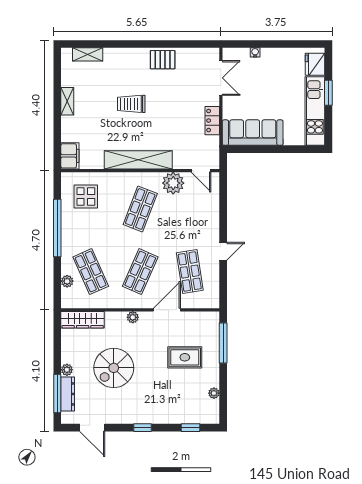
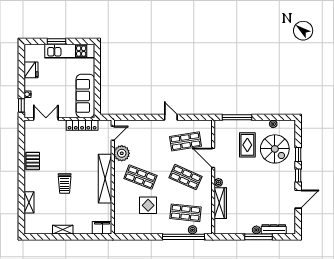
window: (240, 44) -> (21, 105), added
shelving: (88, 54) -> (29, 202), moved
fridge: (315, 64) -> (31, 70), moved, turned -90
locker: (212, 121) -> (82, 125), width x1.53
display table: (86, 197) -> (148, 205), moved
window: (57, 228) -> (183, 237), moved
shop shelf: (91, 272) -> (186, 213), turned 30
wardrobe: (83, 320) -> (220, 203), moved
spiral stairs: (114, 368) -> (275, 149), moved
window: (57, 394) -> (259, 237), moved
door: (92, 428) -> (298, 199), moved
window: (190, 428) -> (298, 155), moved

